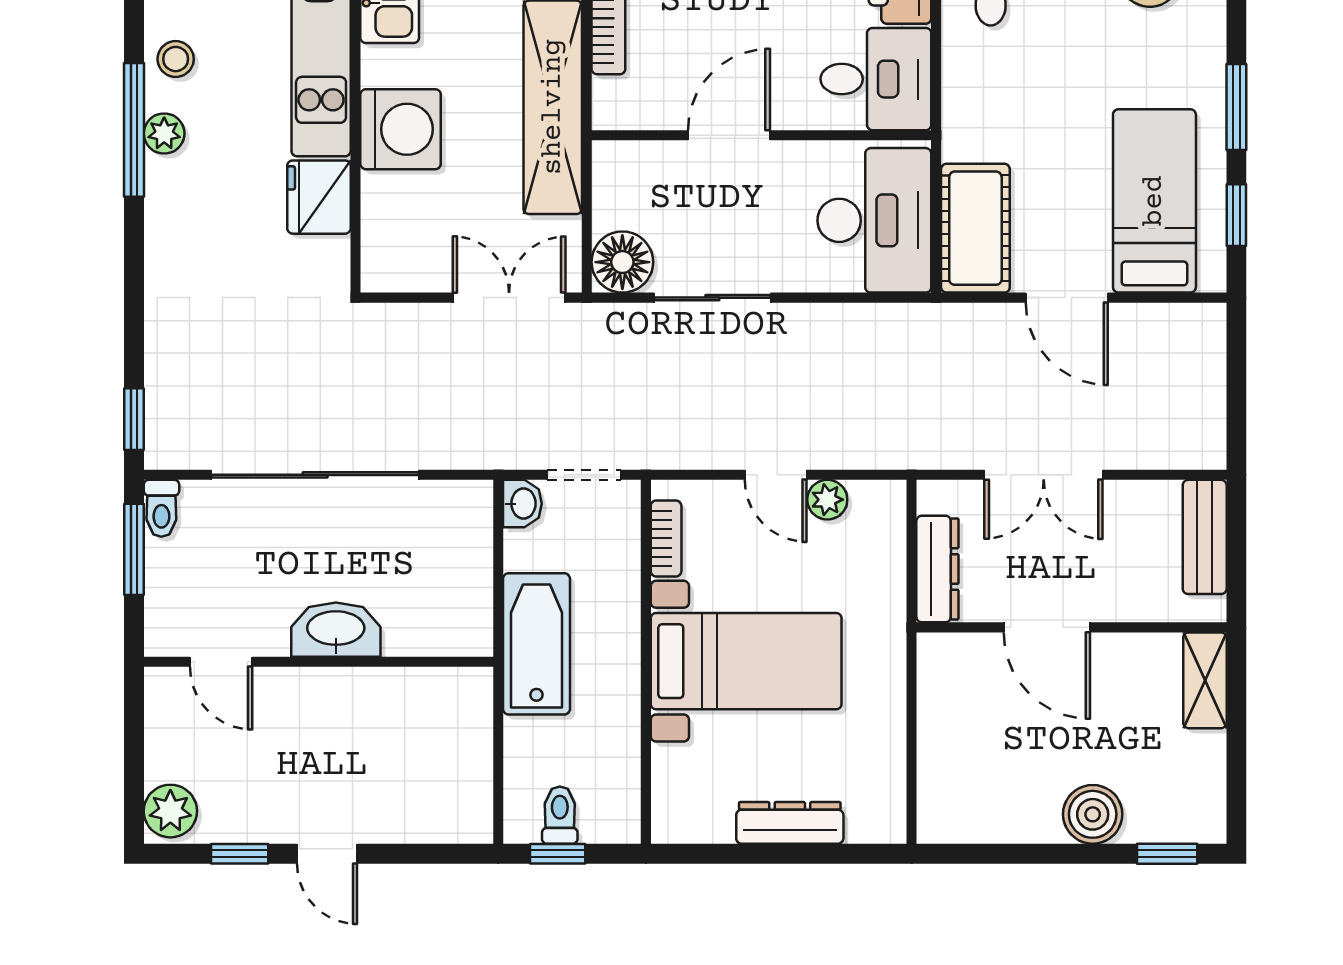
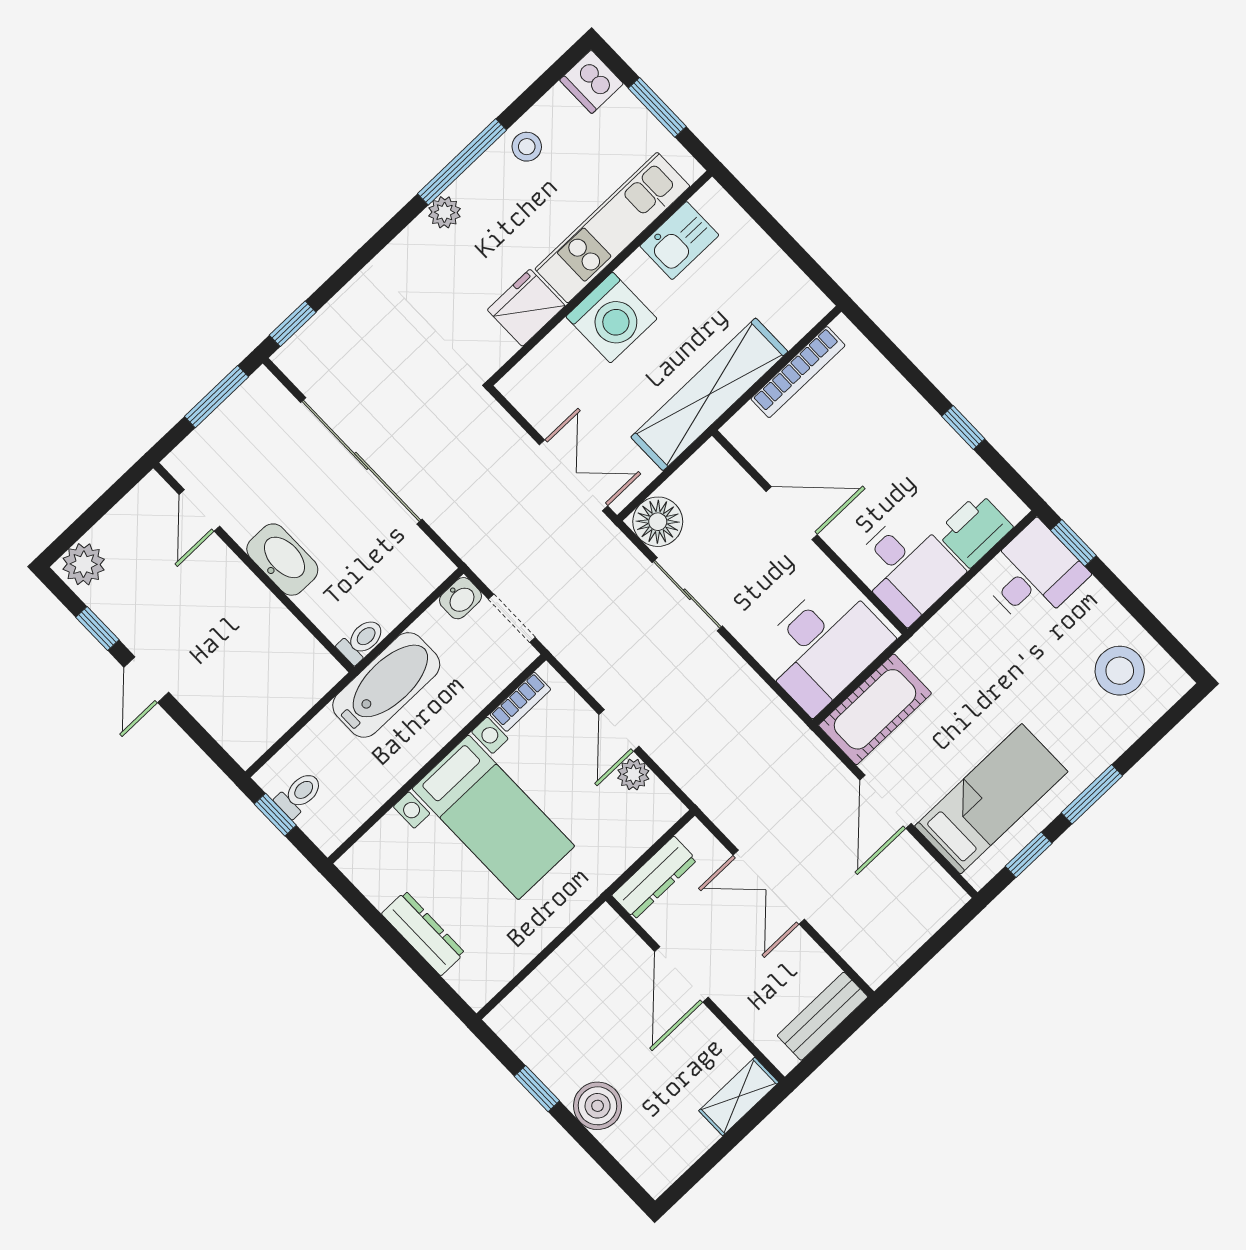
plant: (164, 133) -> (445, 212), moved
toilet: (161, 508) -> (361, 641), moved, turned 180
window: (1167, 854) -> (537, 1089), moved

